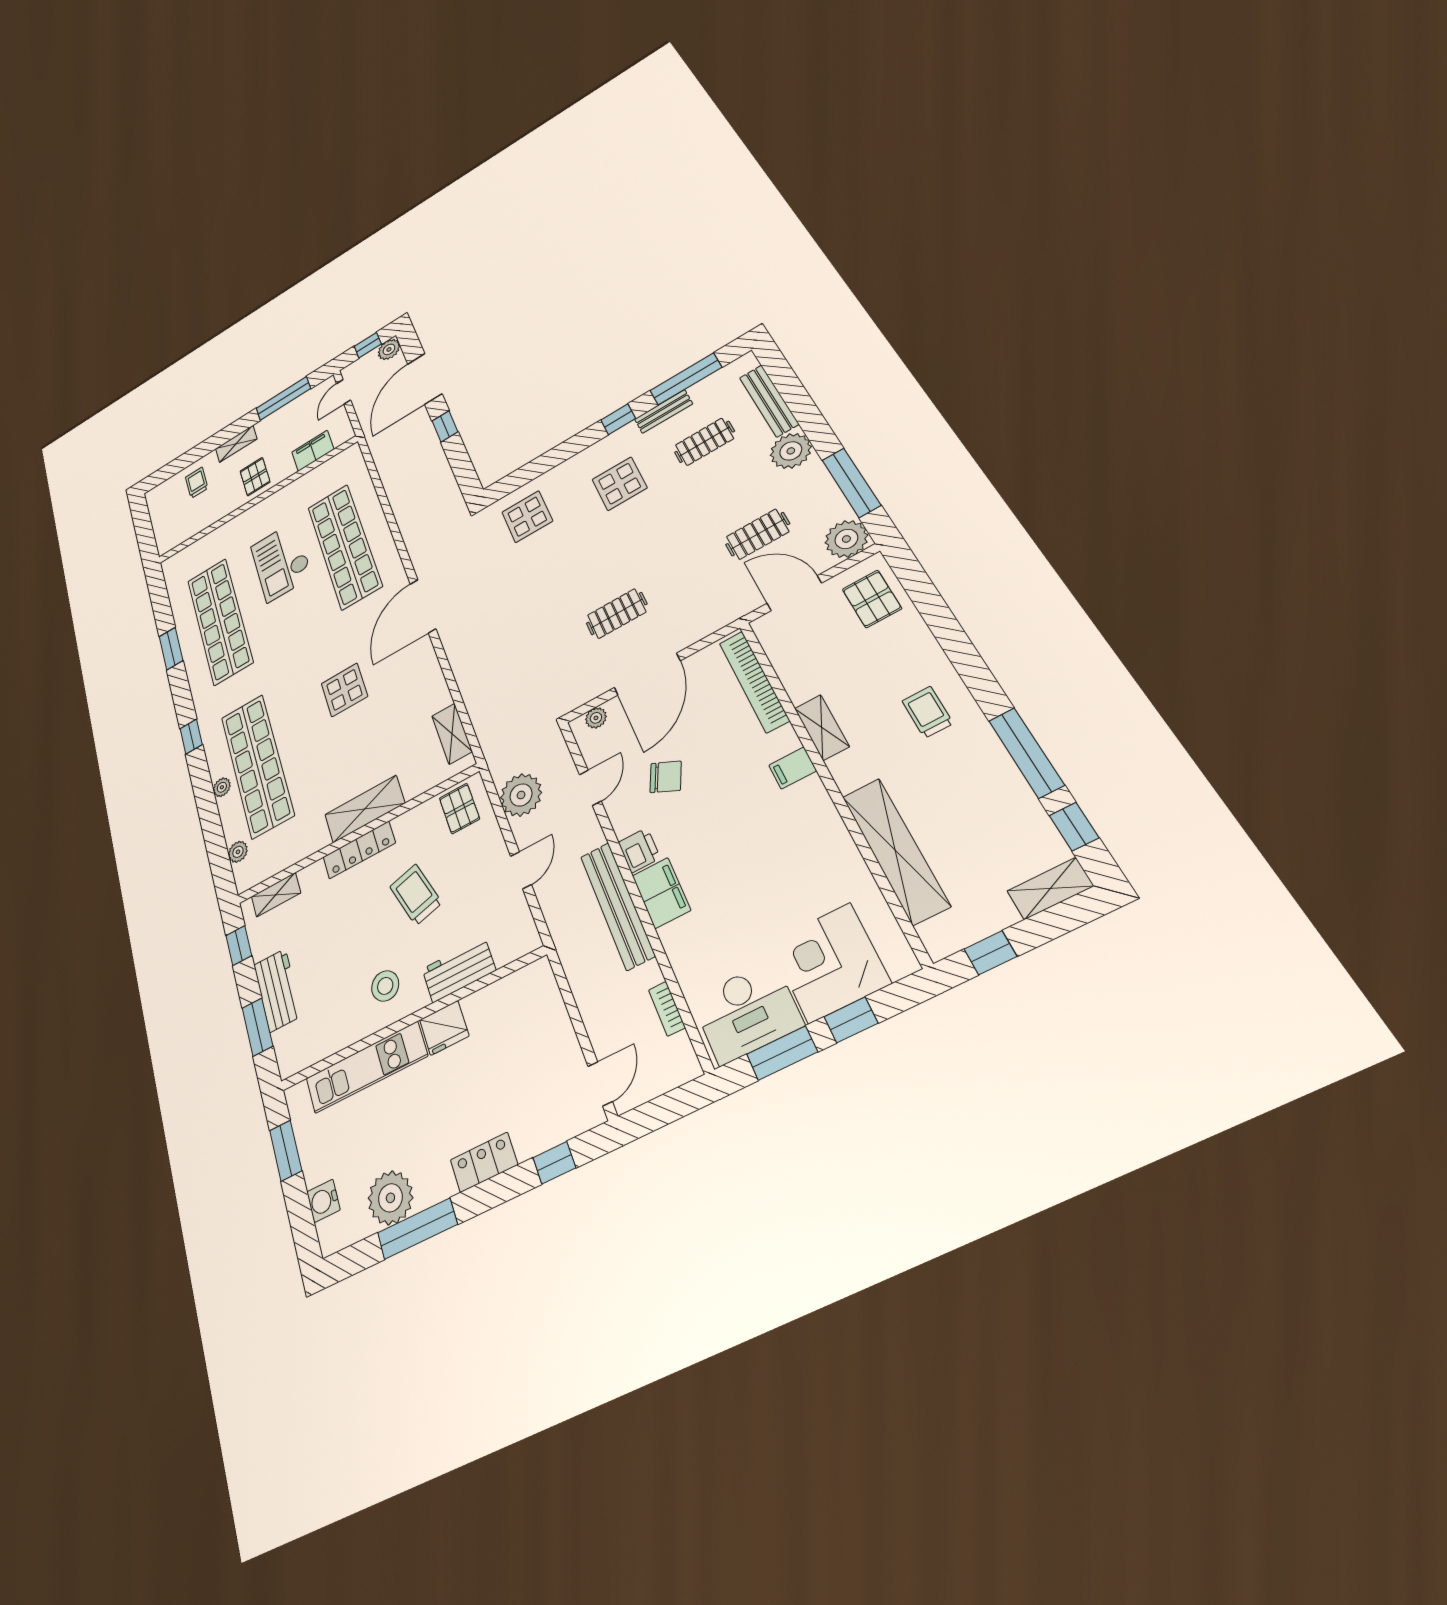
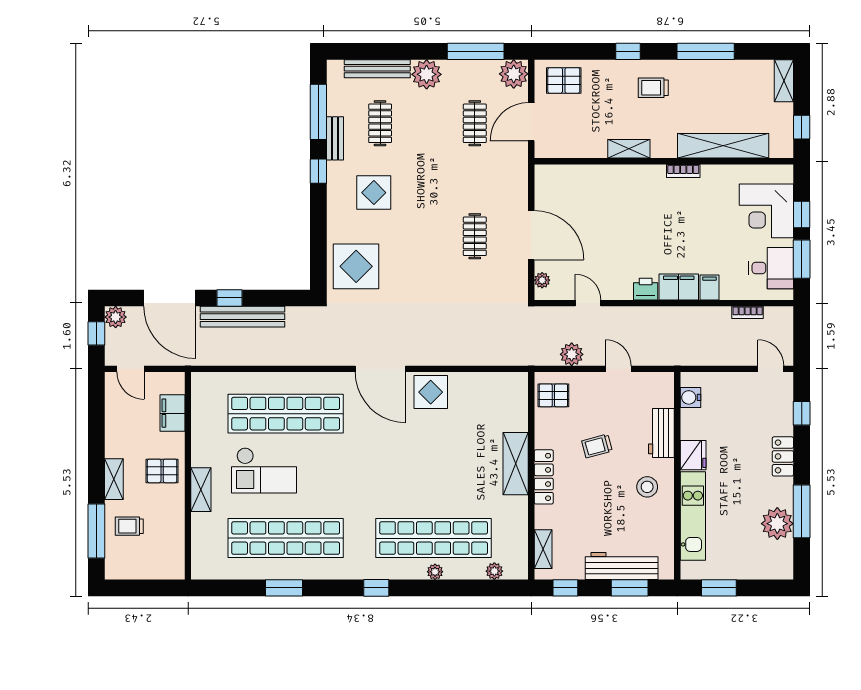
window: (283, 398) -> (96, 531), moved
display table: (527, 517) -> (356, 266), width x1.36, depth x1.36
bookcase: (754, 681) -> (683, 171), moved, width x0.43, depth x0.76
display table: (344, 690) -> (431, 392), moved
shelving: (452, 734) -> (201, 490), moved, turned 90
filing cabinet: (793, 768) -> (709, 287), moved, turned 180
chair: (666, 777) -> (608, 253), removed
plant: (521, 795) -> (572, 354), width x0.73, depth x0.73
window: (1074, 827) -> (628, 51), moved
trolley: (416, 895) -> (597, 446), width x0.73, depth x0.72
bench: (617, 905) -> (243, 317), moved
workbench: (278, 990) -> (622, 566), width x1.38
desk: (747, 1012) -> (771, 268), width x0.73
water cooler: (323, 1201) -> (690, 397), moved, turned 90

